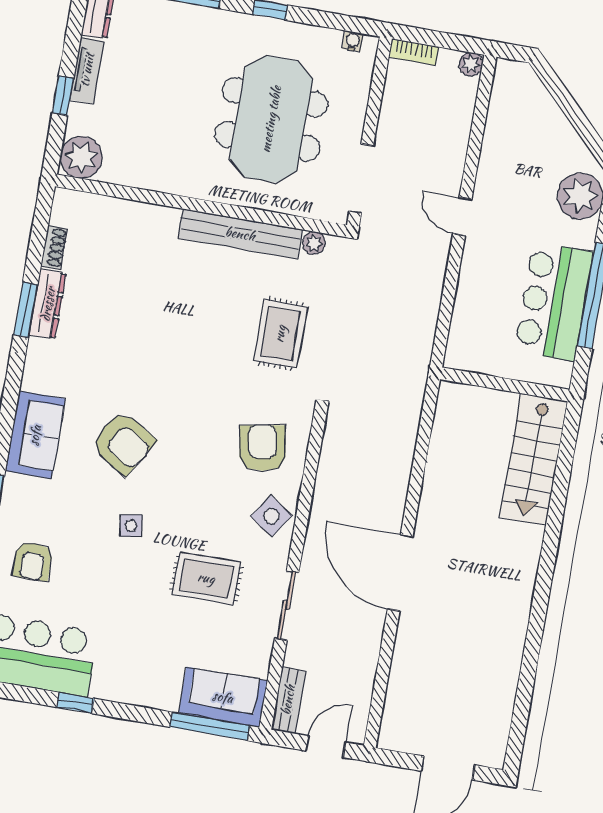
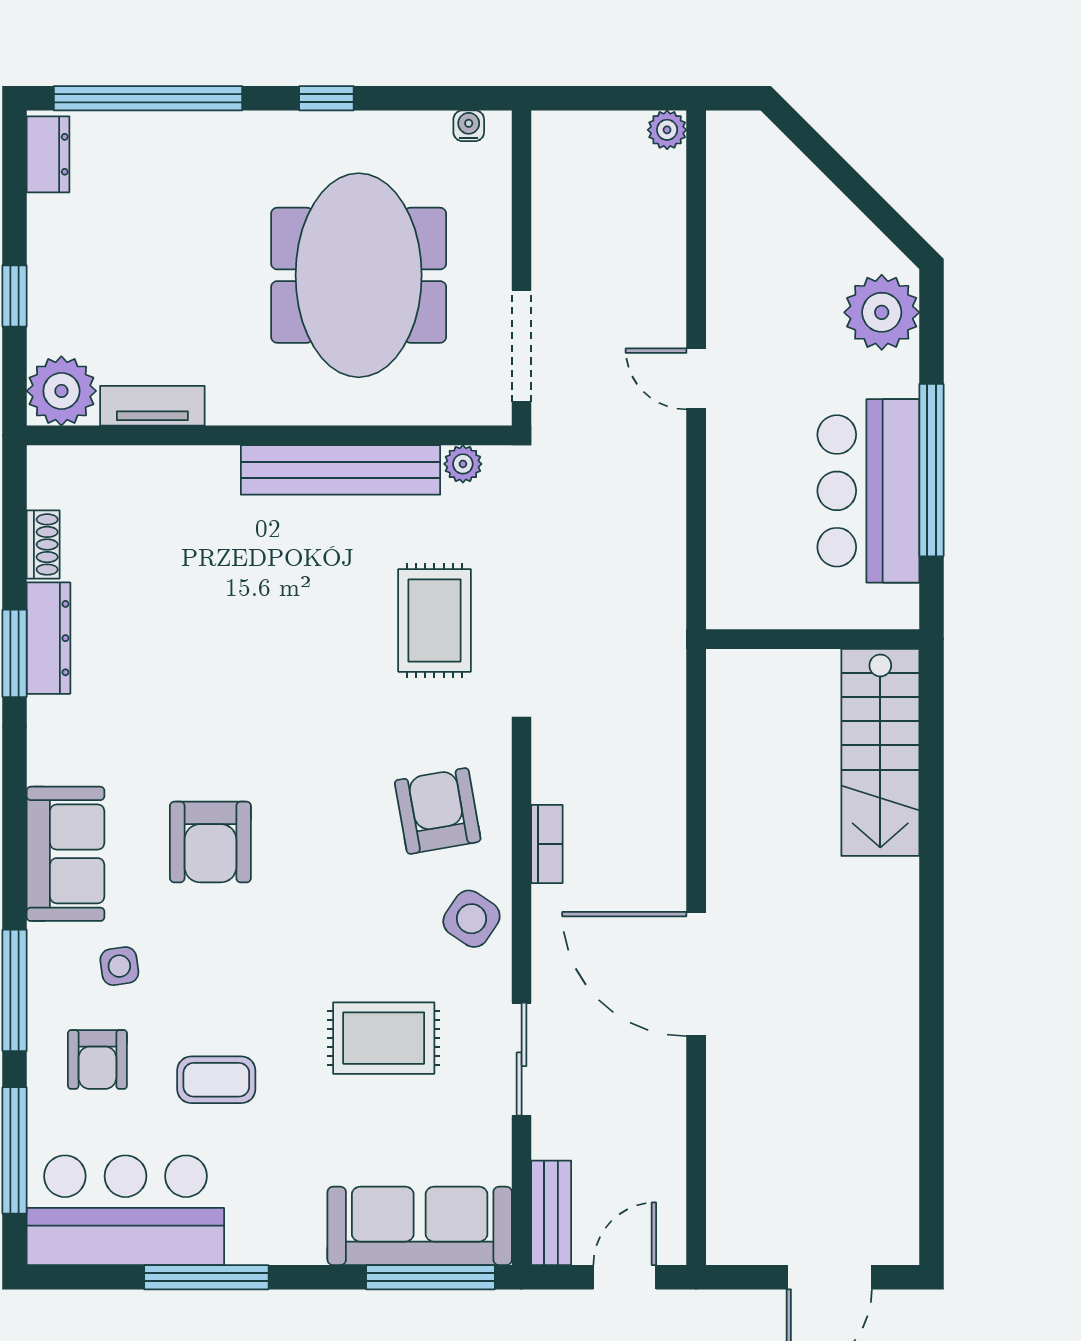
bookcase: (413, 52) -> (547, 844), moved, turned -90
tv unit: (87, 70) -> (152, 406), moved, turned -90
armchair: (123, 443) -> (210, 842), turned 59
side table: (131, 526) -> (119, 966), moved
coffee table: (102, 586) -> (216, 1080), added
sofa: (223, 697) -> (420, 1226), width x1.36
window: (75, 703) -> (206, 1277), width x2.17

